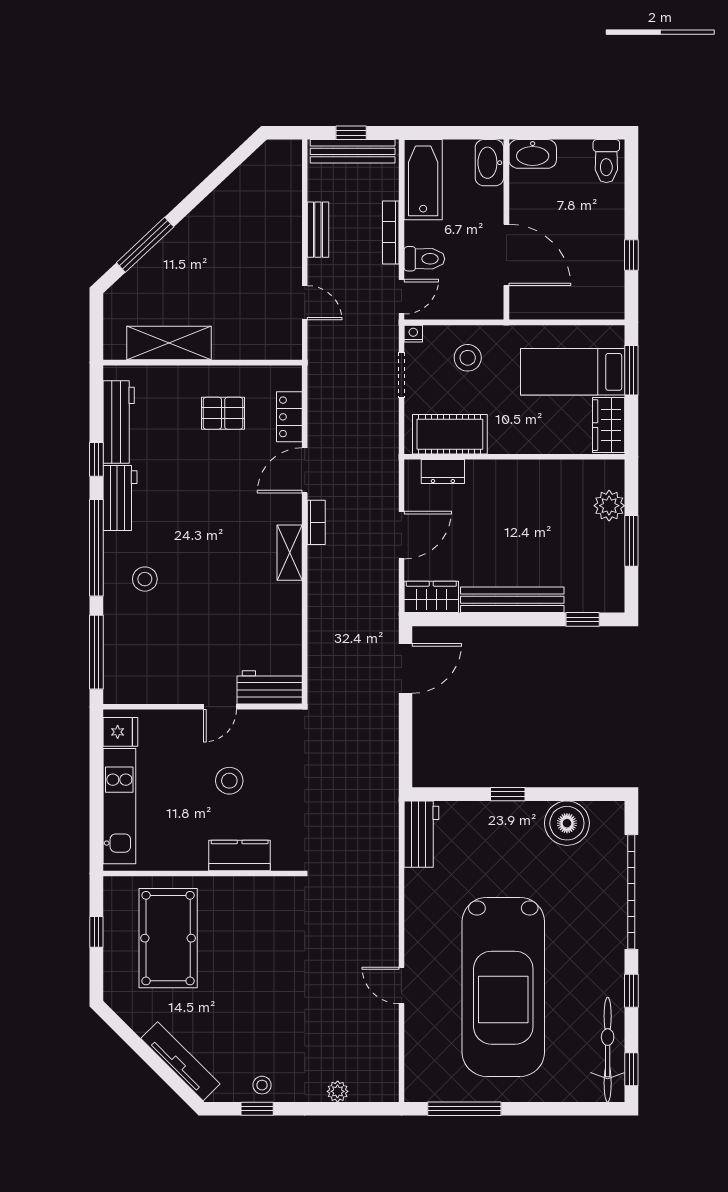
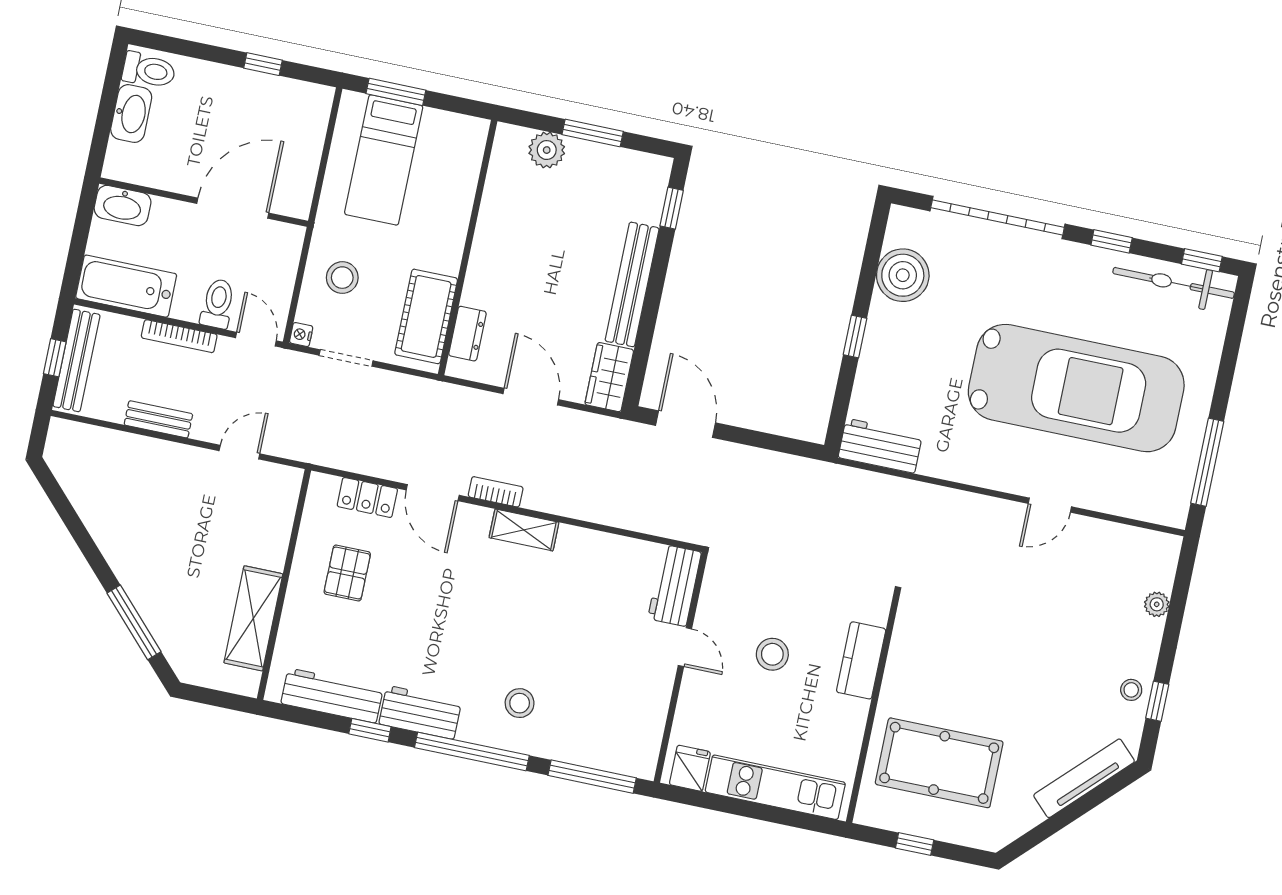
washbasin: (533, 154) -> (131, 114), moved
wardrobe: (609, 425) -> (454, 131), removed

